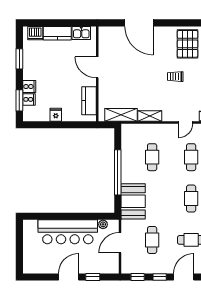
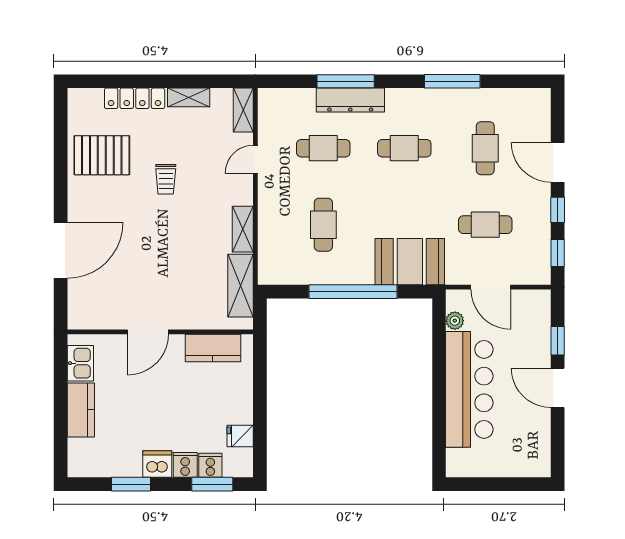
dishwasher: (35, 33) -> (157, 464), moved, turned -90
fridge: (56, 115) -> (240, 436), moved
door: (185, 122) -> (255, 159), swing flipped
cafe table: (152, 157) -> (323, 225), turned 90

